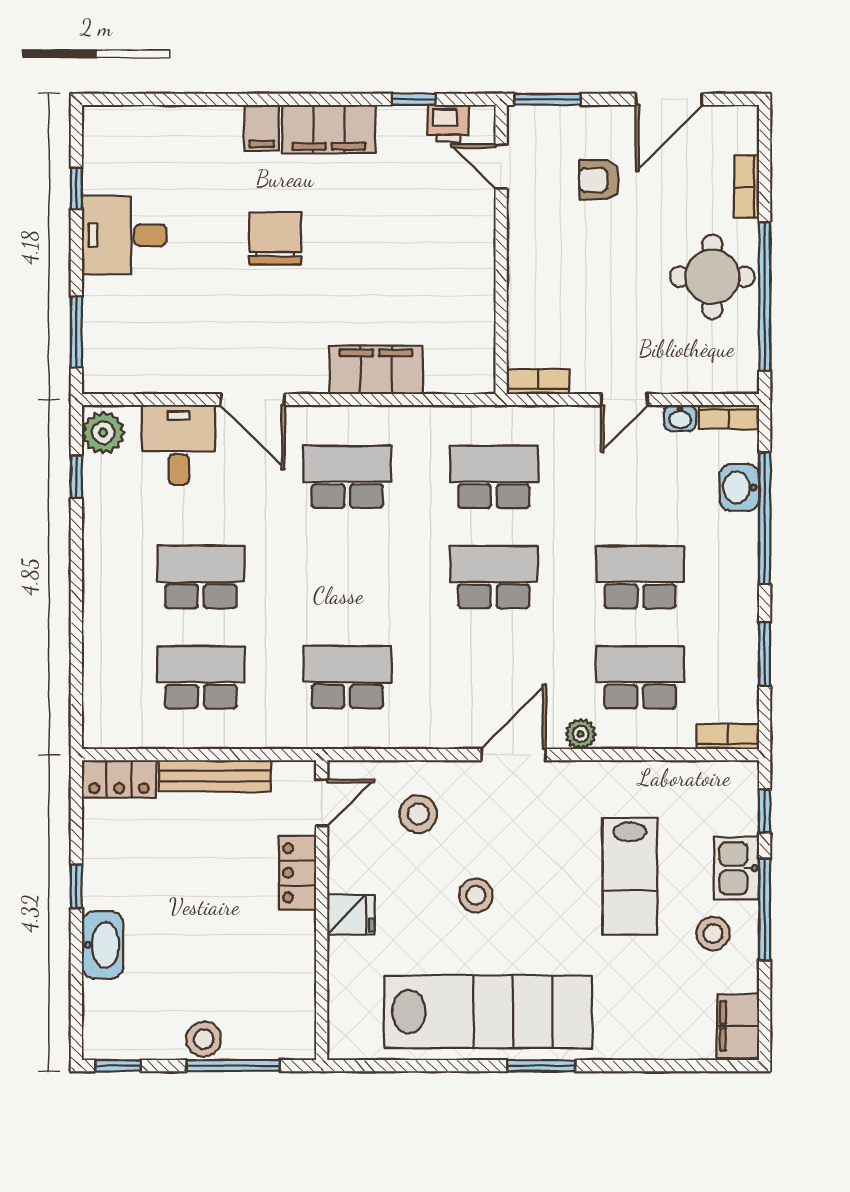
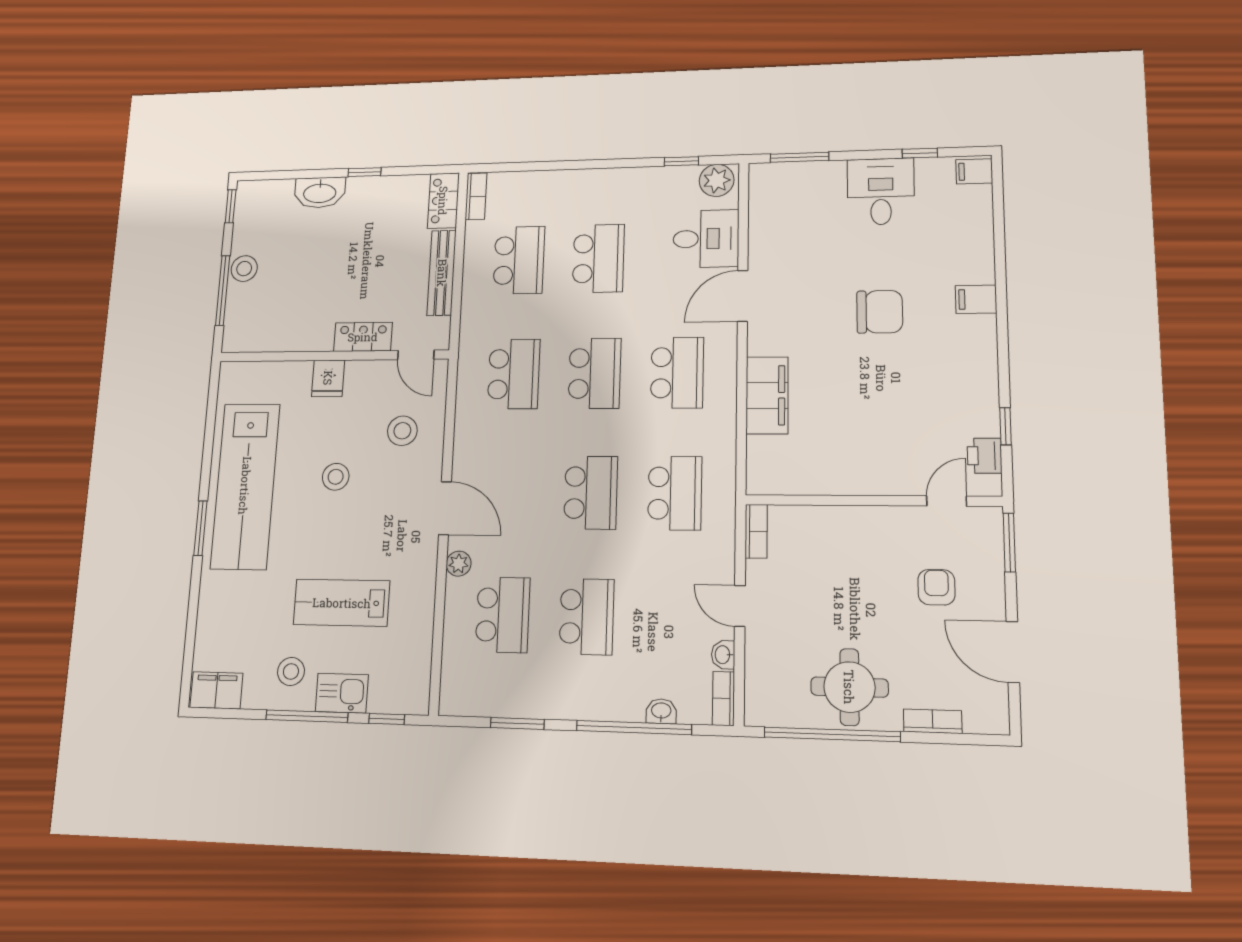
filing cabinet: (329, 129) -> (974, 171), moved, width x0.33, depth x0.86
washbasin: (739, 487) -> (661, 711), width x0.72, depth x0.69
school desk: (347, 577) -> (595, 373), added
bookcase: (728, 737) -> (476, 196), moved

